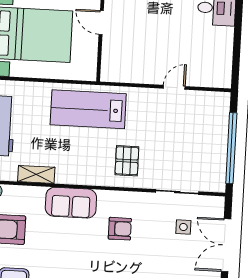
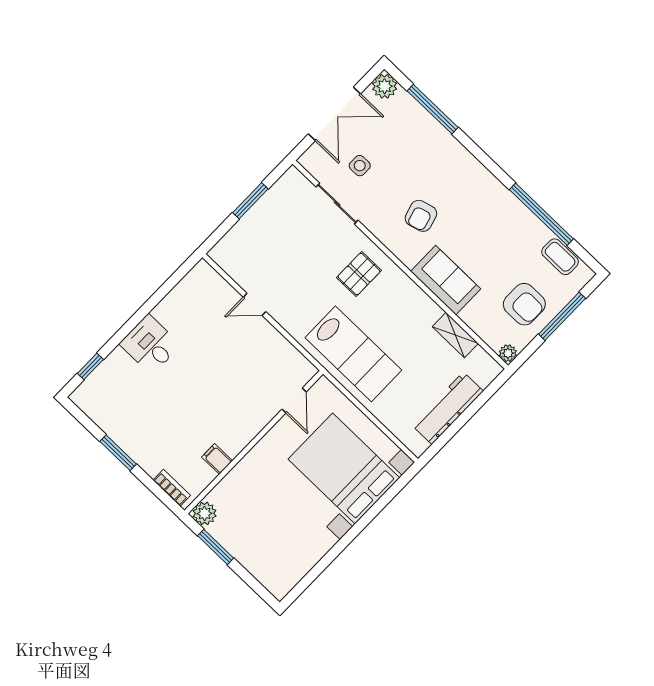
door: (101, 23) -> (294, 401), moved
window: (231, 148) -> (250, 201), width x0.47
armchair: (120, 229) -> (421, 216), turned -106

